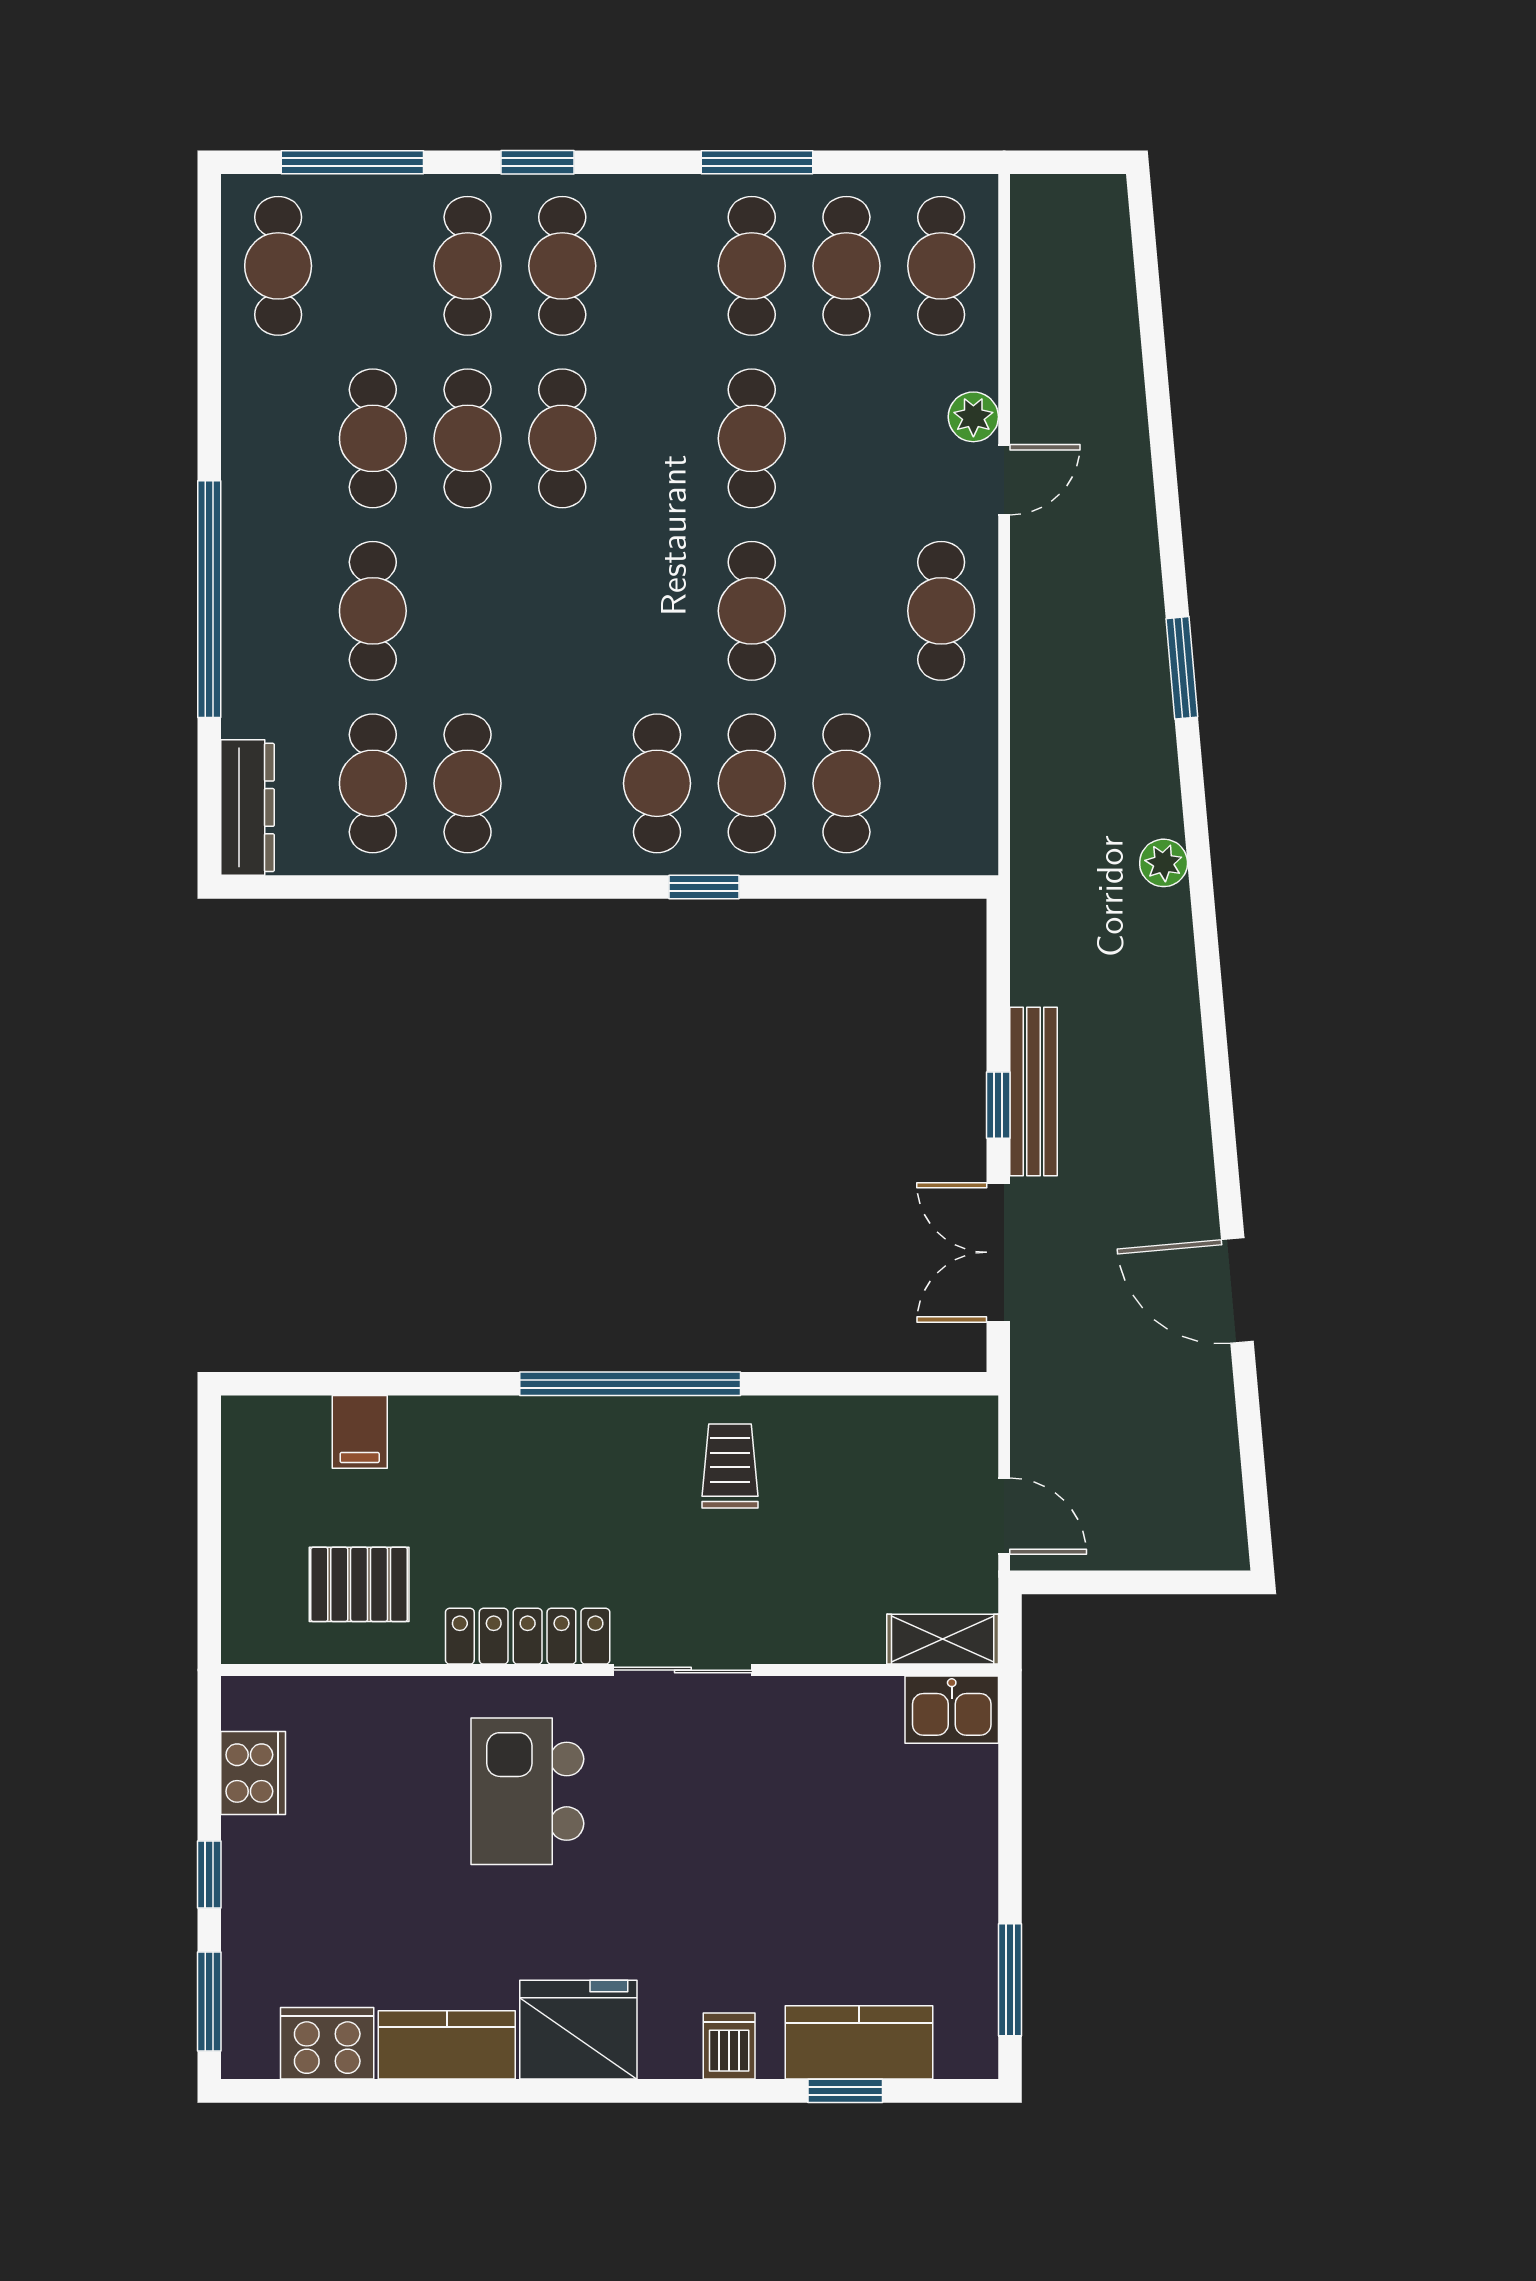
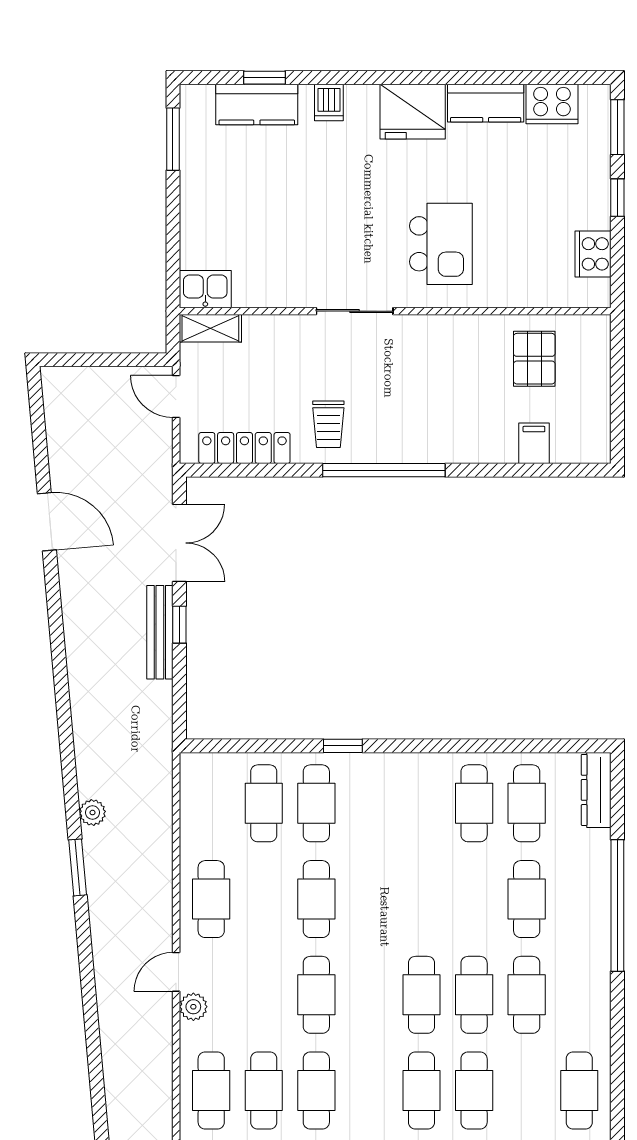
cafe table: (657, 783) -> (369, 803), removed
plant: (1164, 863) -> (92, 813), moved
pallet: (359, 1584) -> (534, 359), turned 90
locker: (528, 1636) -> (244, 448), moved, turned 180

